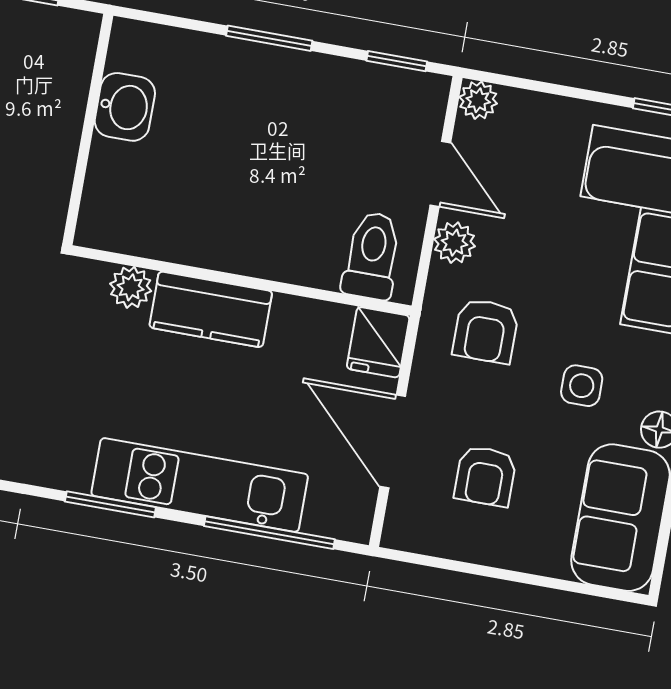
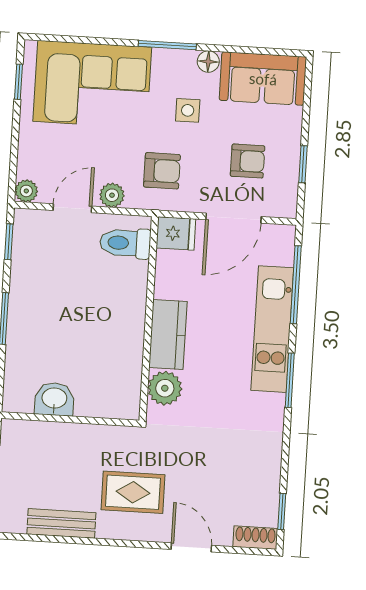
plant: (131, 287) -> (165, 388), width x1.38, depth x1.38
window: (469, 568) -> (303, 164), added

